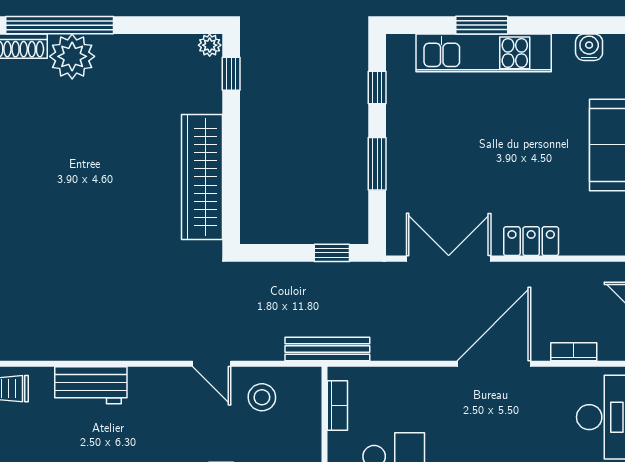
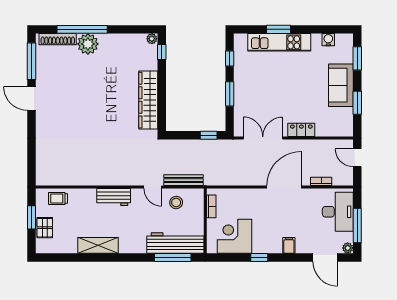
bench: (327, 349) -> (183, 180), moved
workbench: (91, 385) -> (114, 197), moved

